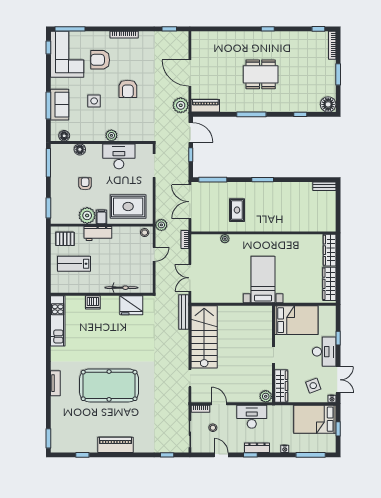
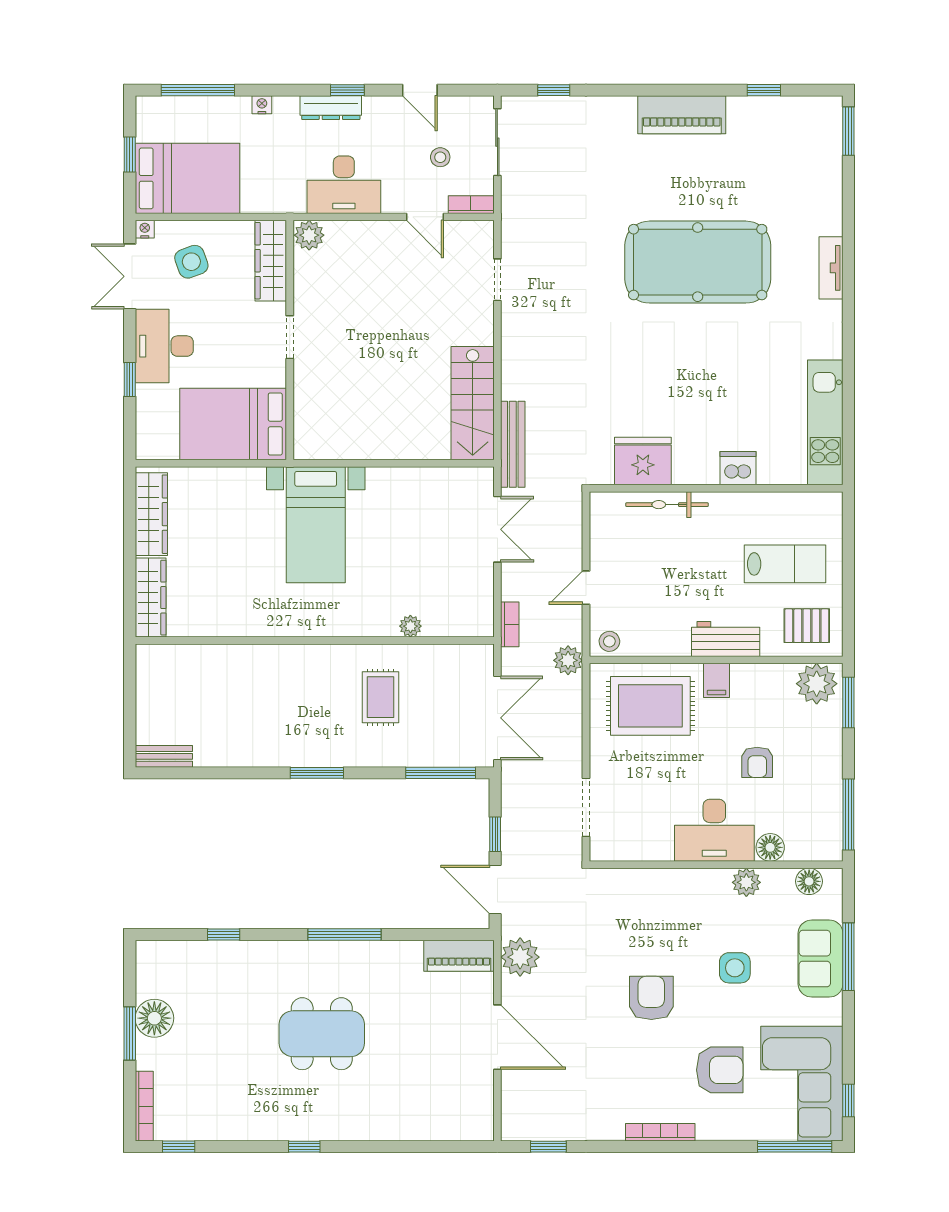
floor lamp: (328, 104) -> (154, 1018), moved
plant: (111, 135) -> (746, 882), moved
desk: (119, 156) -> (714, 830), moved
plant: (87, 215) -> (817, 684), moved
stairs: (204, 337) -> (473, 403), width x0.73, depth x0.66

